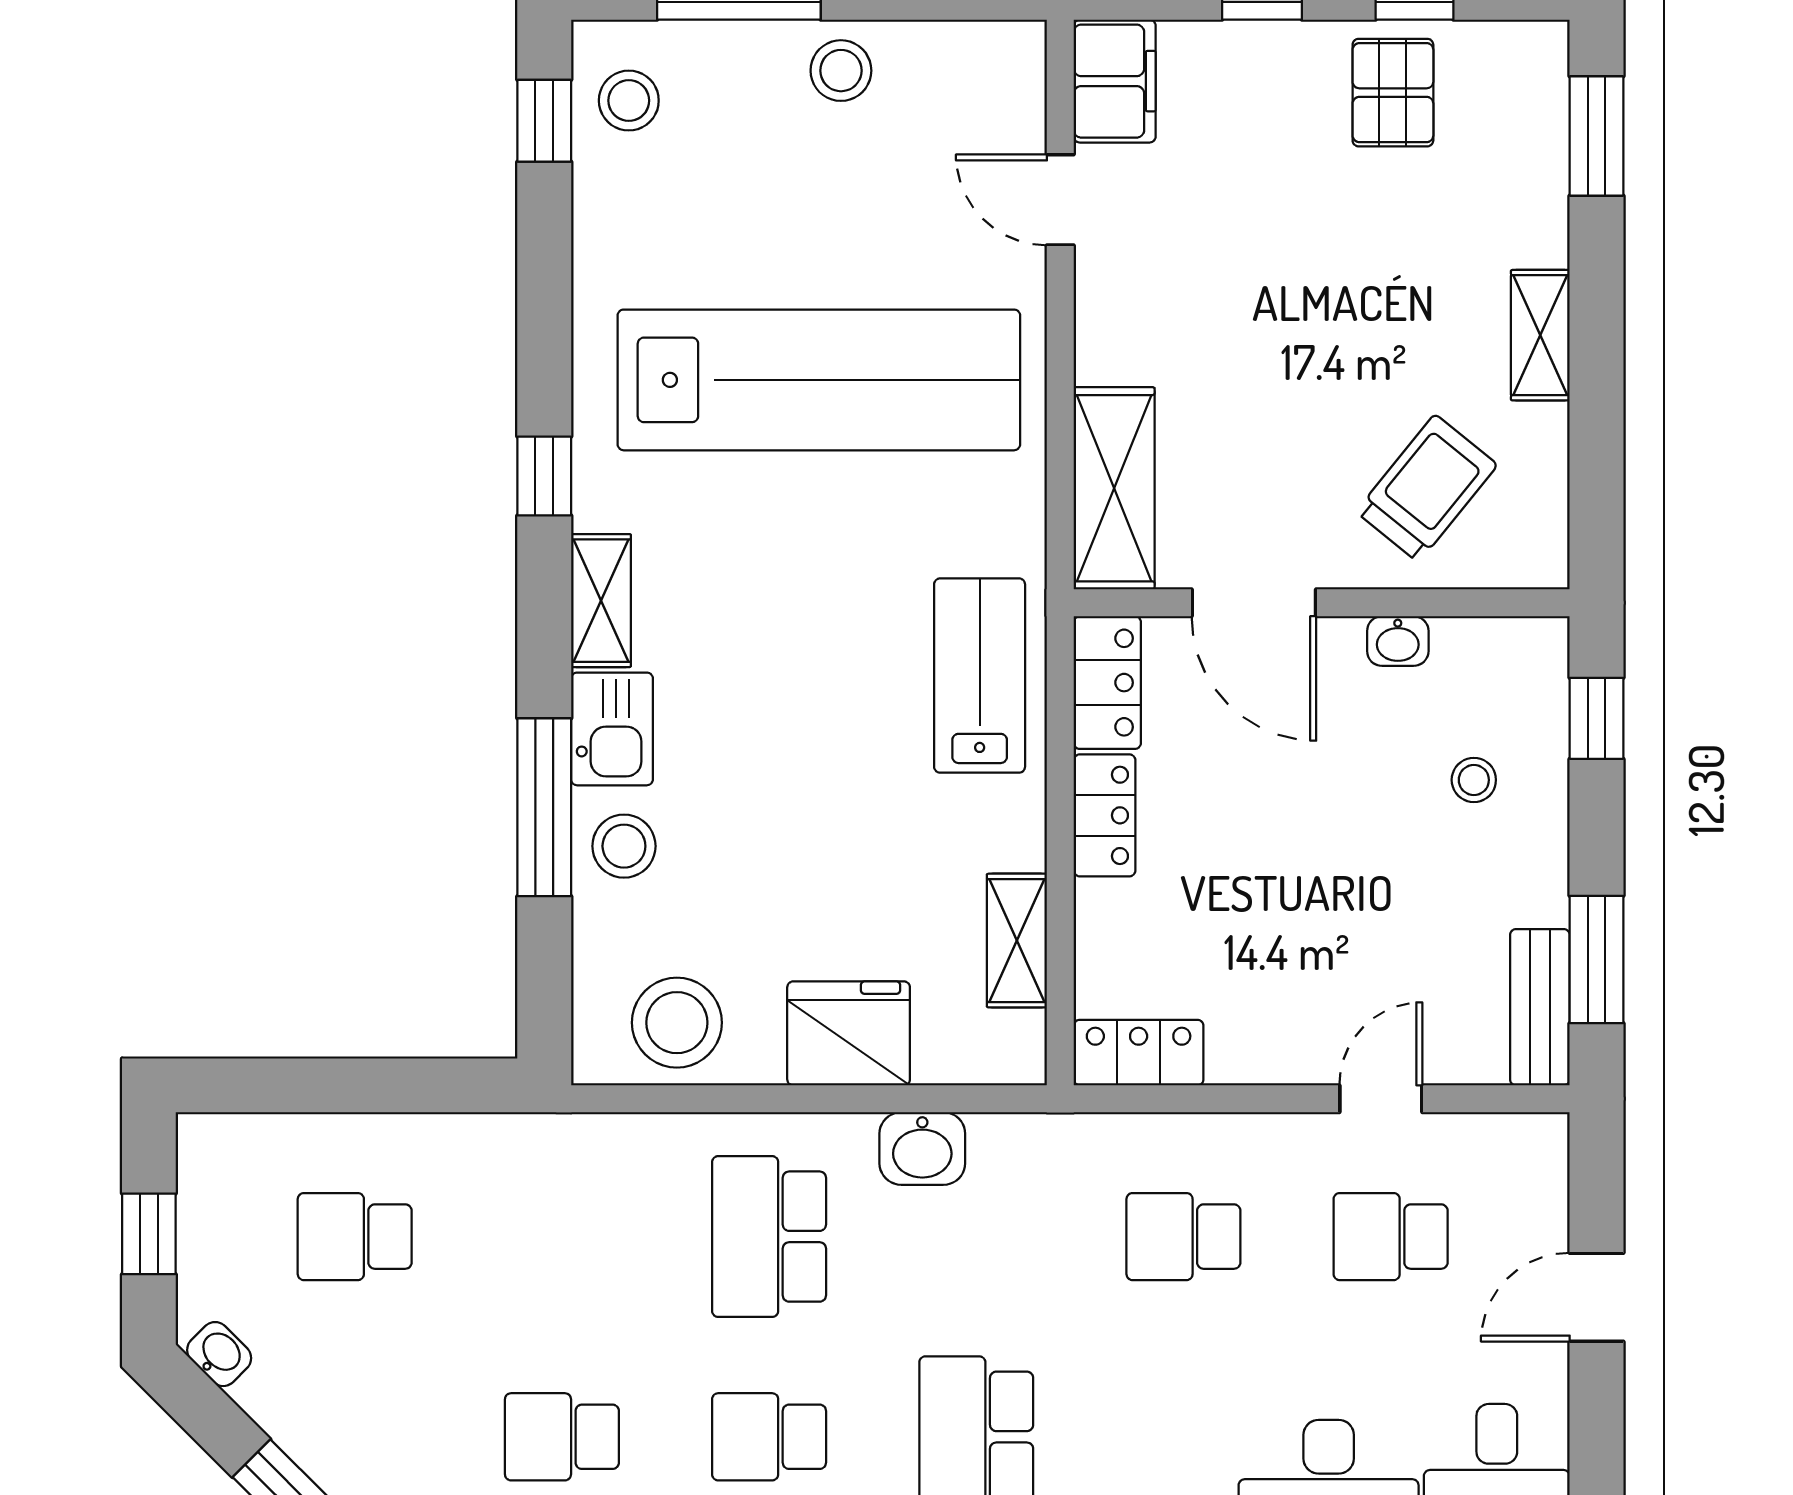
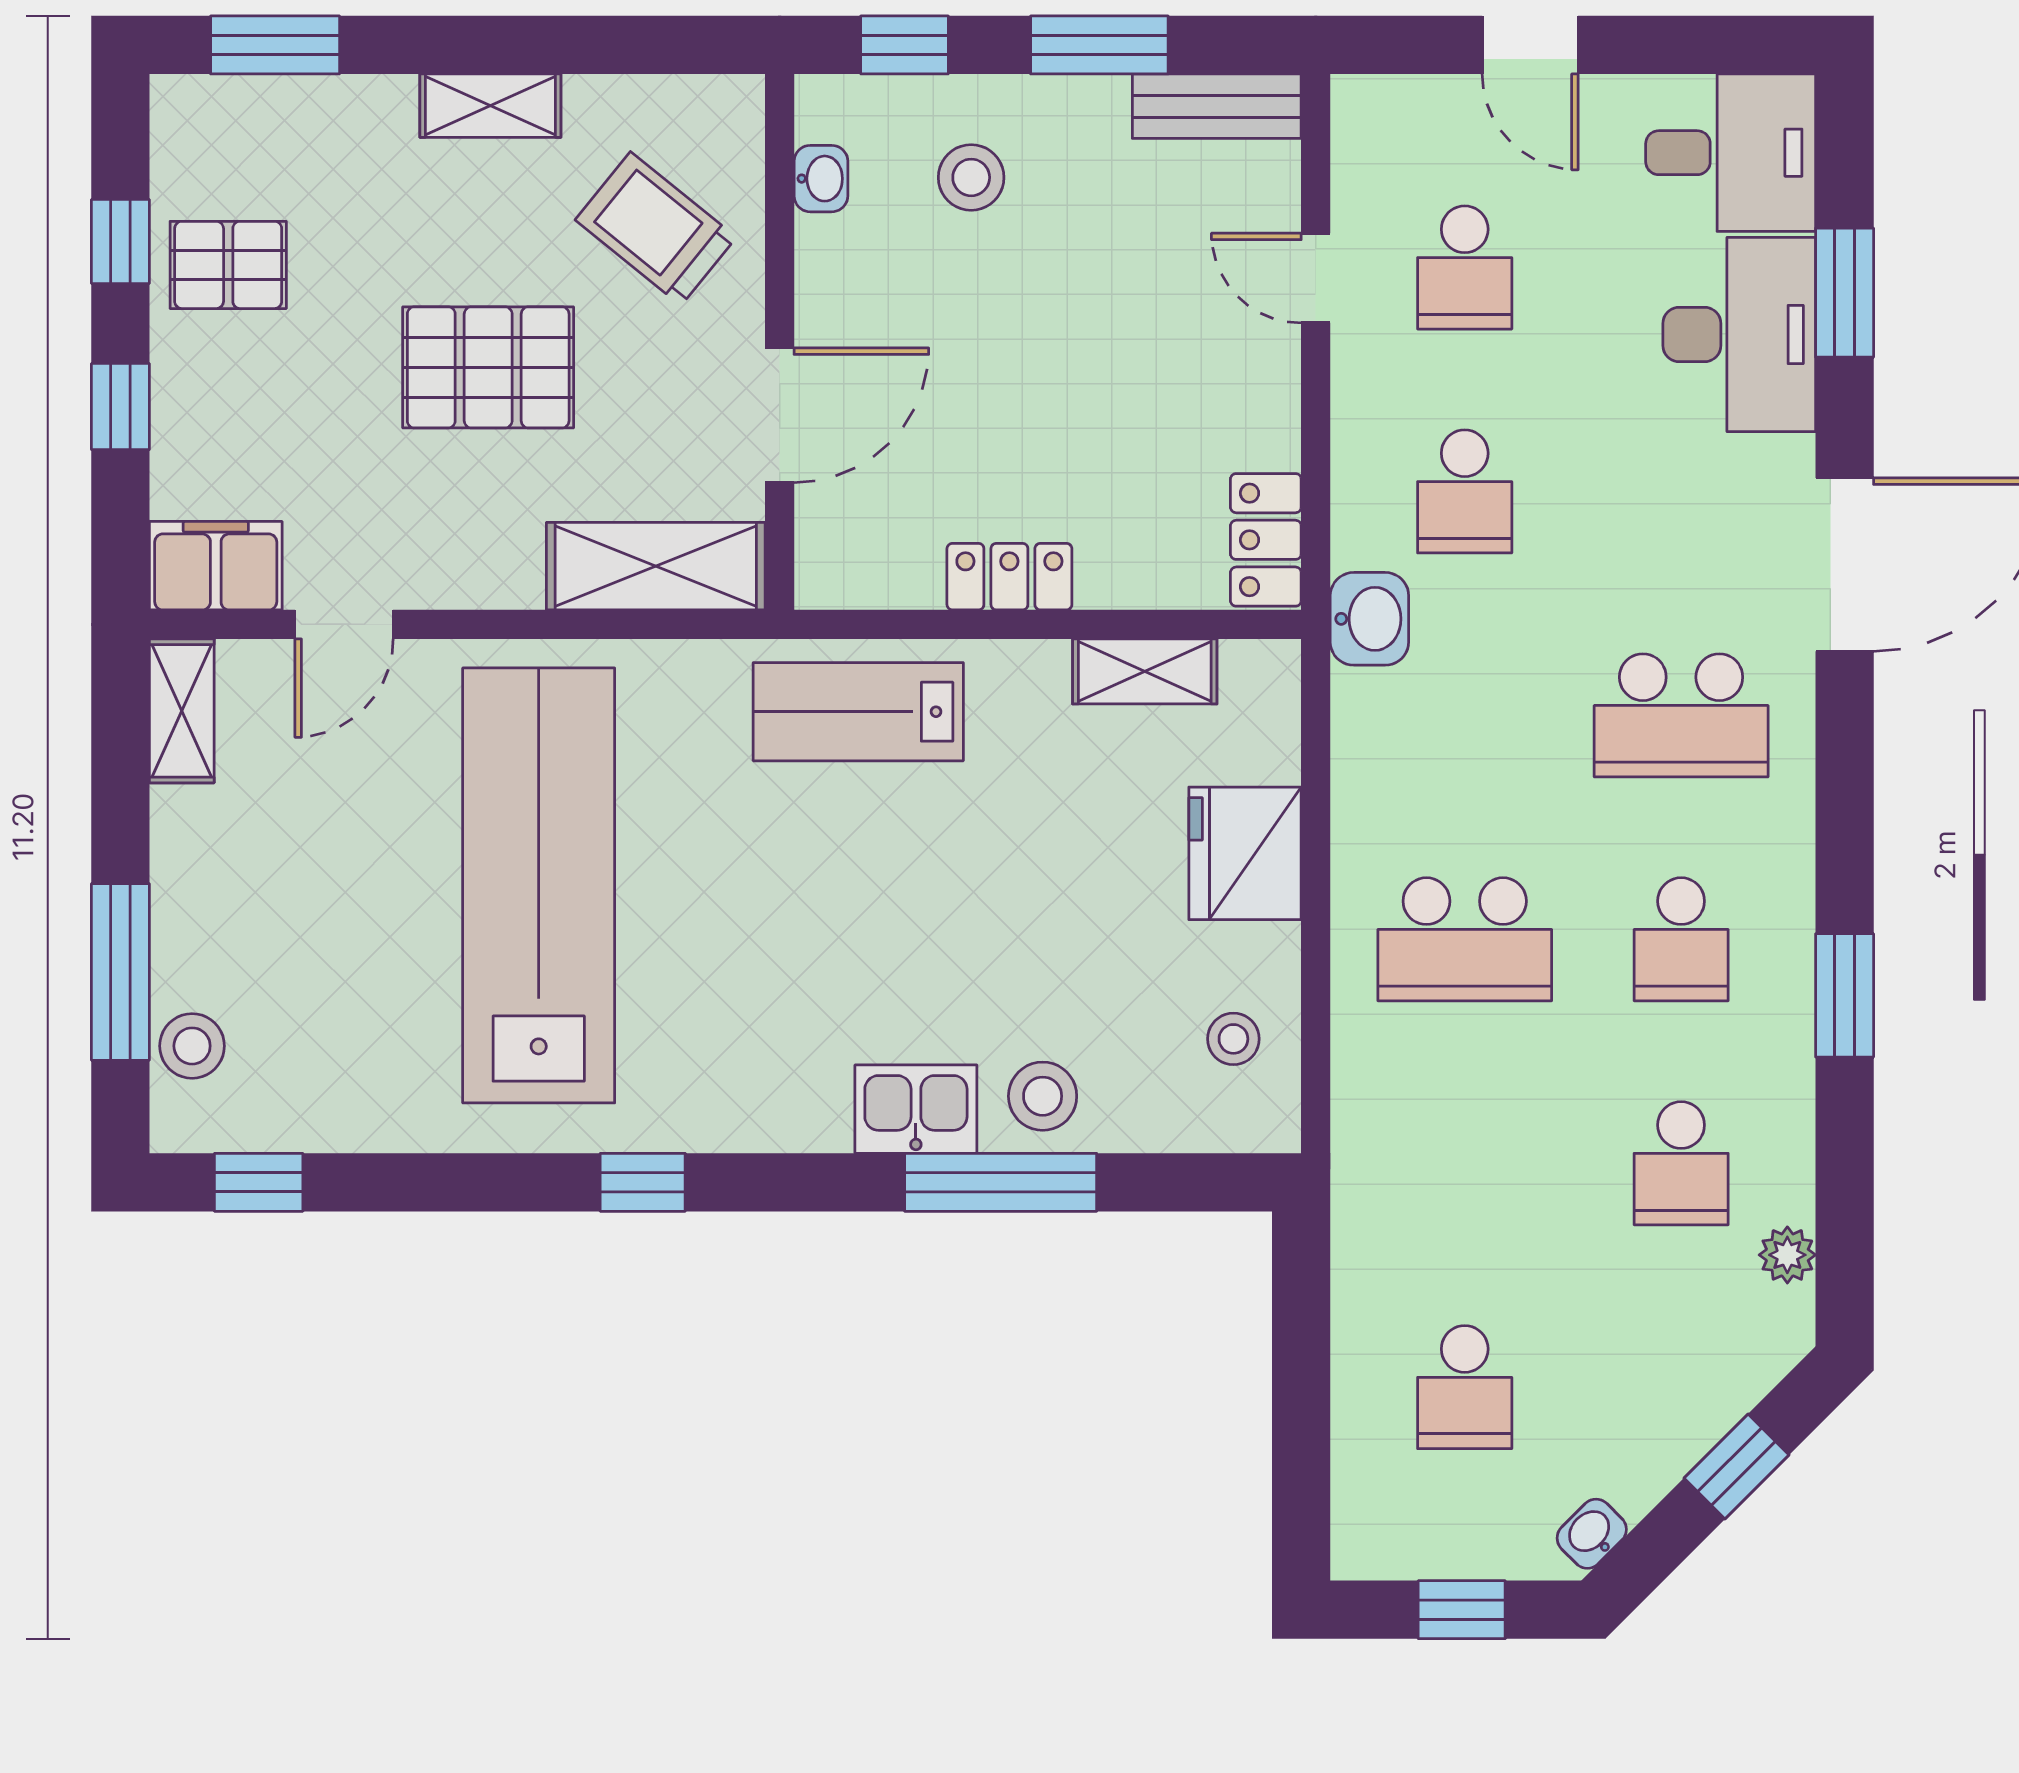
stool: (841, 71) -> (204, 862), removed
stool: (629, 101) -> (192, 1046), moved
pallet: (1298, 333) -> (488, 367), added
shelving: (601, 601) -> (182, 711), moved, turned 90
washbasin: (1398, 641) -> (821, 179), moved
locker: (1107, 683) -> (866, 574), removed
stool: (1474, 780) -> (971, 177), width x1.37, depth x1.37
window: (1597, 960) -> (1099, 45), moved
stool: (677, 1023) -> (1233, 1039), width x0.53, depth x0.53
washbasin: (922, 1148) -> (1369, 619), moved

